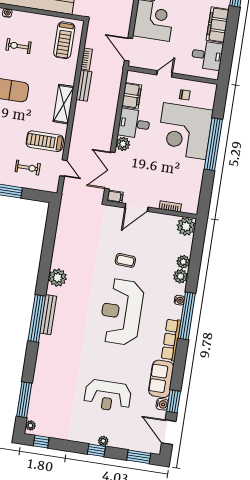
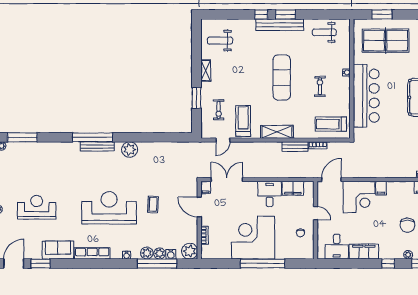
corner desk: (185, 131) -> (253, 238), moved
plant: (123, 144) -> (251, 187), removed
window: (187, 316) -> (157, 264), moved
reception desk: (108, 396) -> (37, 207), turned 90
water cooler: (162, 404) -> (171, 254), moved

